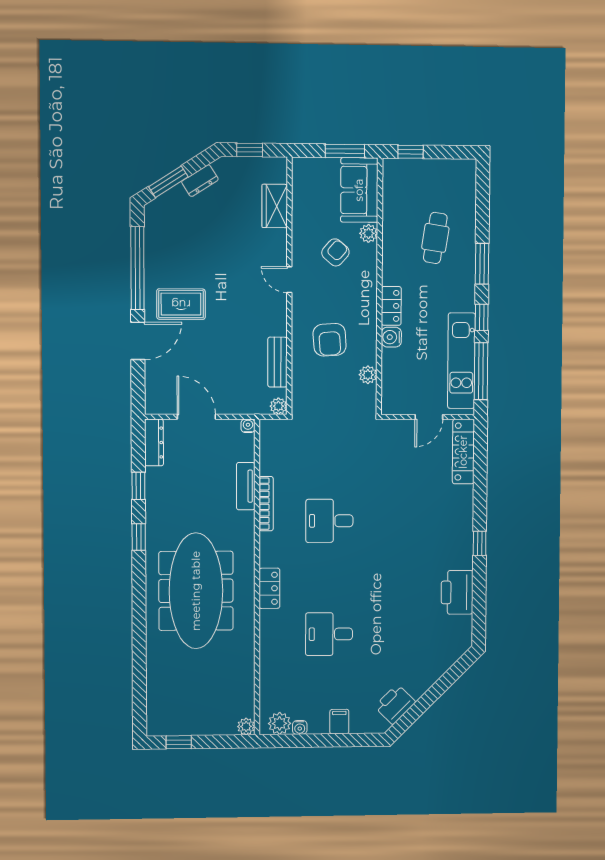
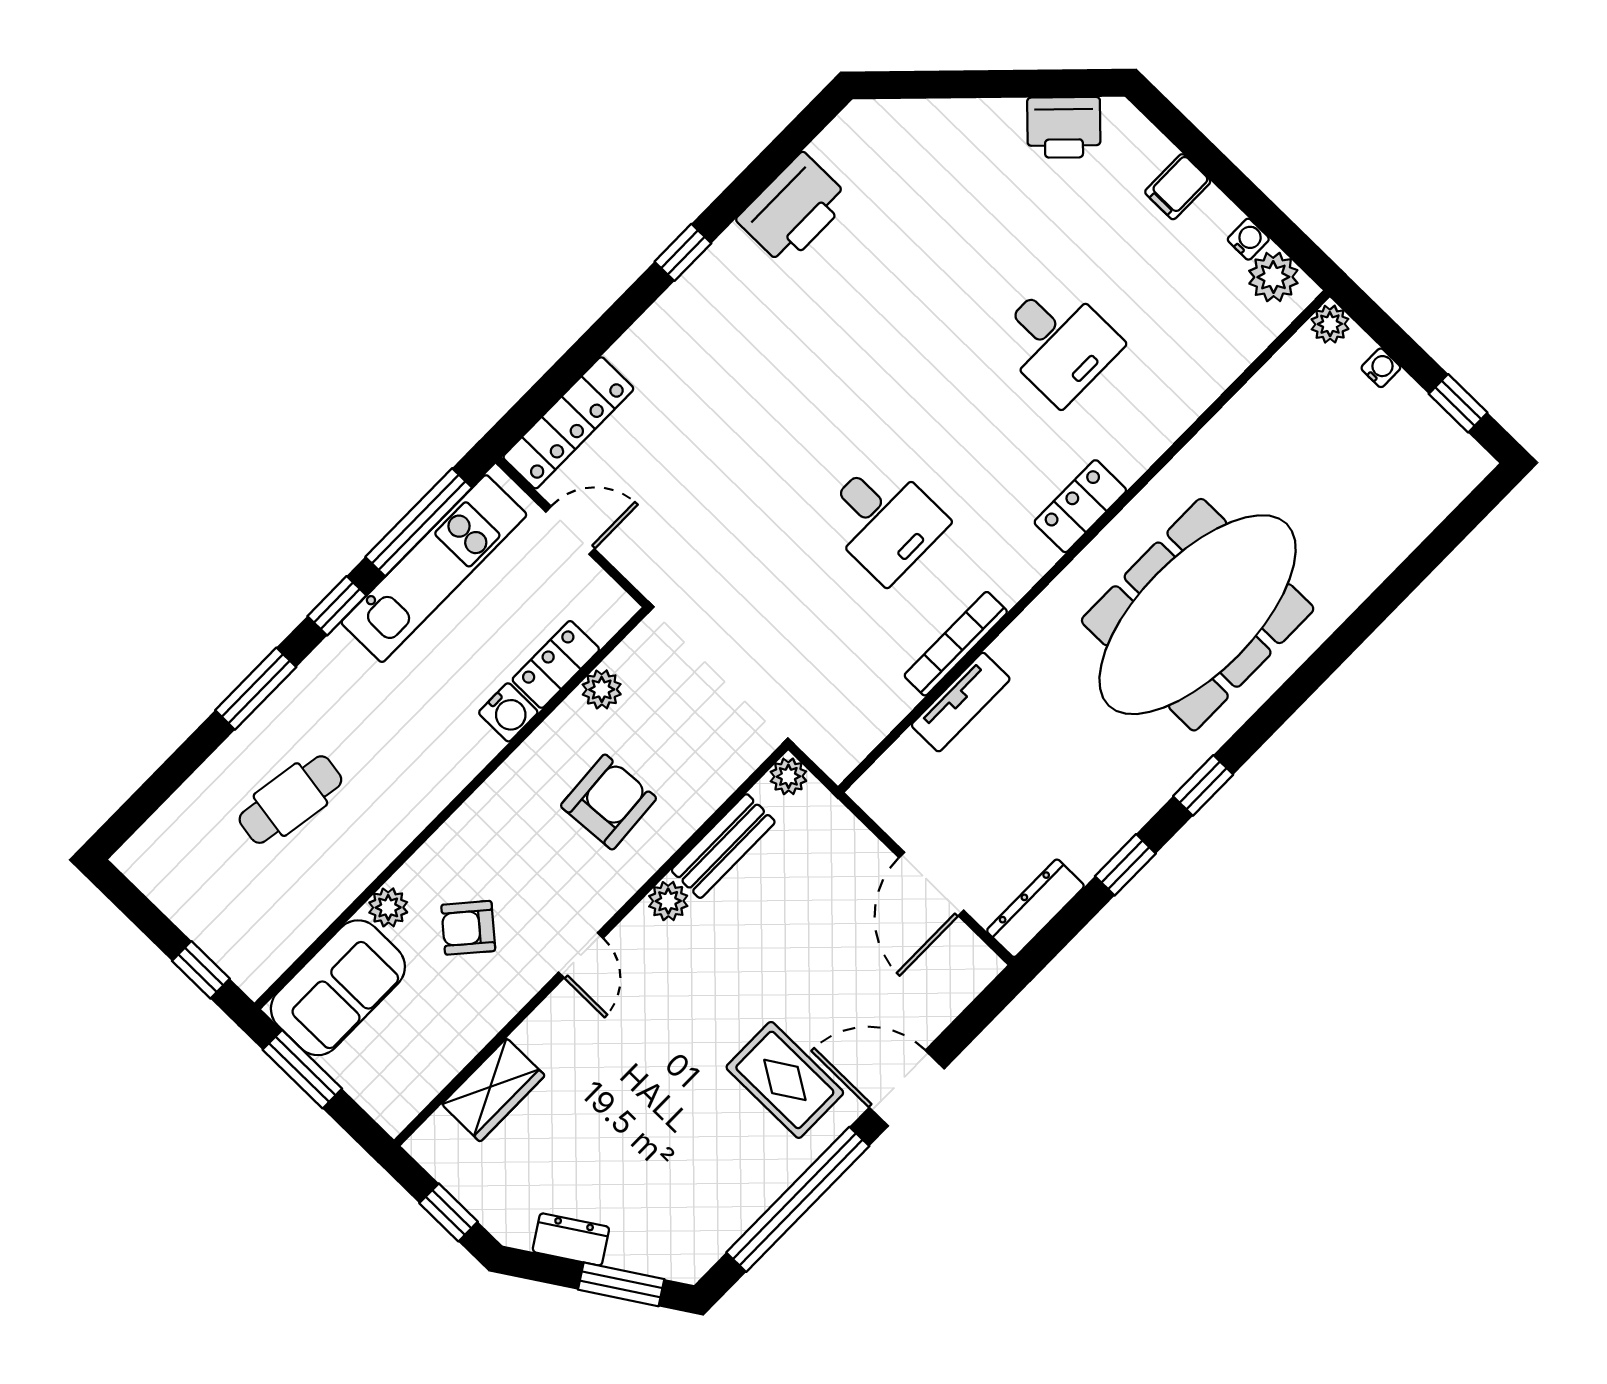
locker: (391, 306) -> (556, 664), moved
plant: (278, 326) -> (668, 901), added
water cooler: (248, 426) -> (1381, 368), moved, turned 180

